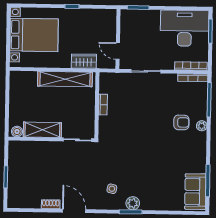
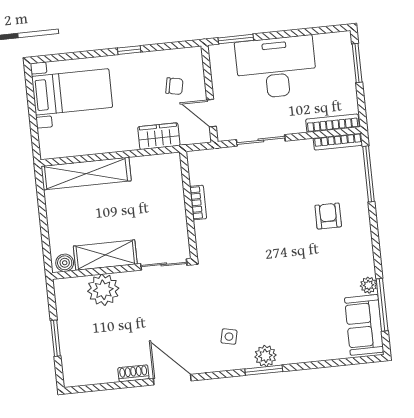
desk: (185, 28) -> (276, 67), moved
chair: (97, 32) -> (174, 86), added
bed with nightstands: (34, 35) -> (72, 92), width x0.73
shelving: (65, 79) -> (86, 174), moved
armchair: (181, 122) -> (328, 216), turned -90
plant: (202, 126) -> (369, 285), moved
plant: (39, 151) -> (103, 290), added

